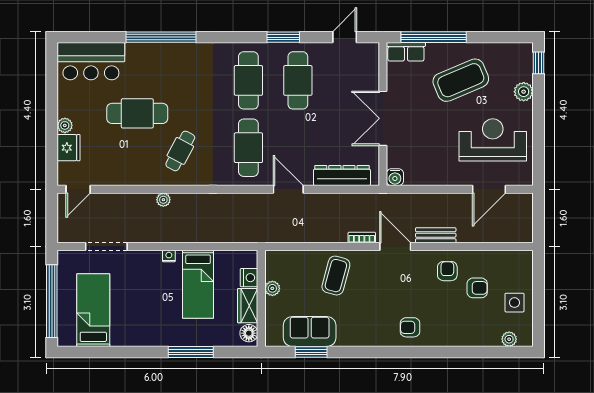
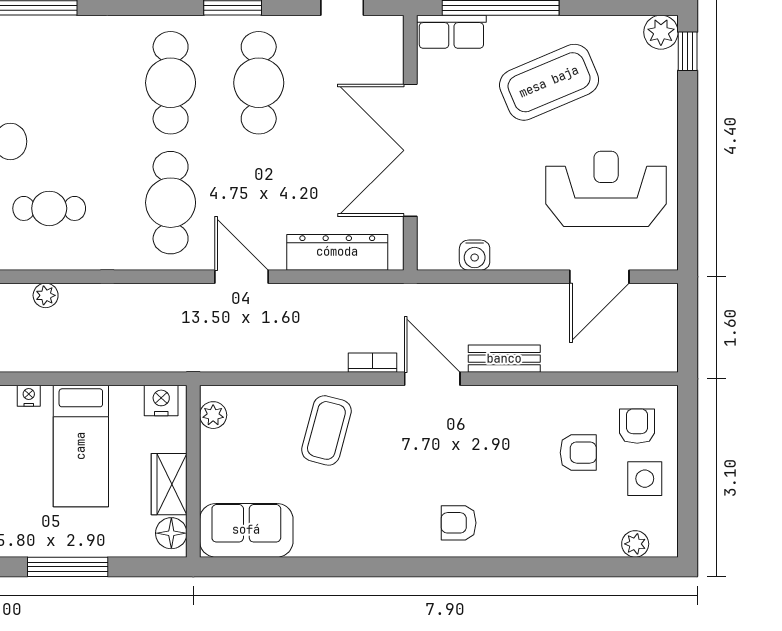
plant: (524, 92) -> (661, 32), moved
double door: (383, 118) -> (410, 150), width x1.36
cafe table: (180, 151) -> (49, 208), turned 62
water cooler: (395, 177) -> (475, 255), moved
plant: (163, 200) -> (46, 295), moved
armchair: (447, 271) -> (637, 426), moved
nightstand: (249, 278) -> (161, 400), moved, turned -90
plant: (272, 288) -> (213, 415), moved
sofa: (310, 332) -> (246, 530), moved
window: (311, 352) -> (282, 567), removed

